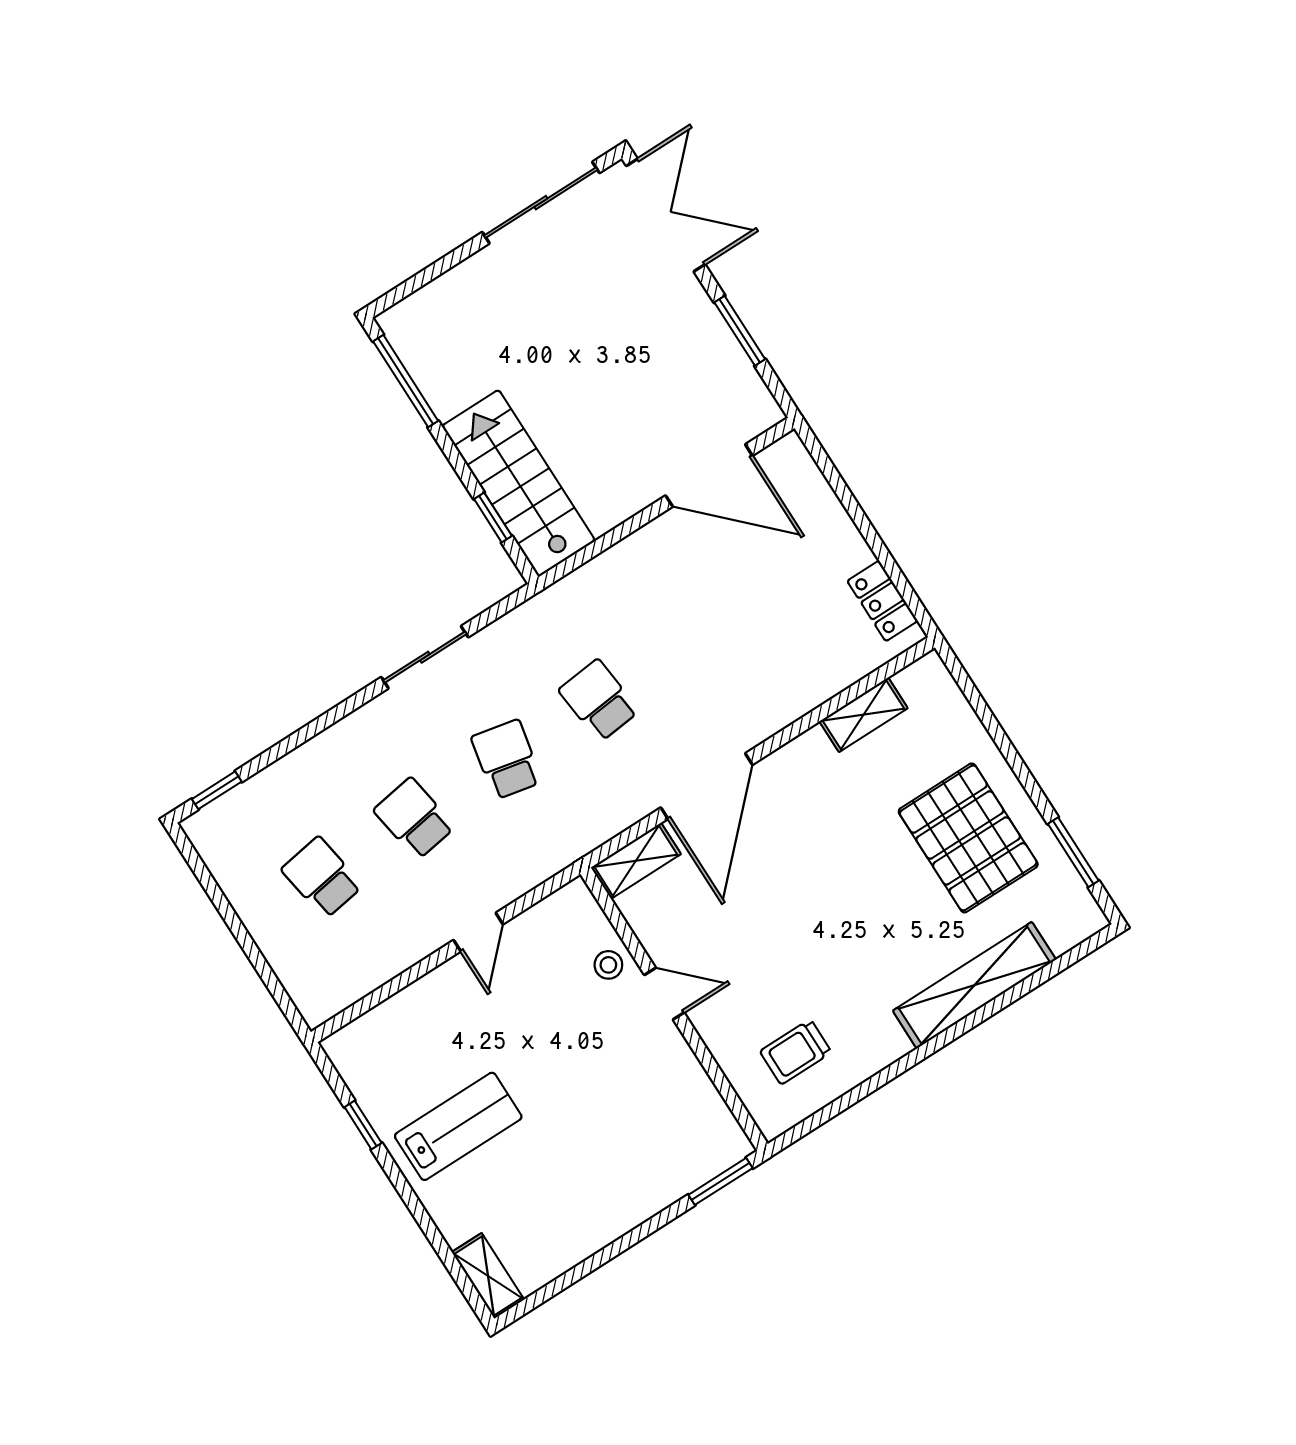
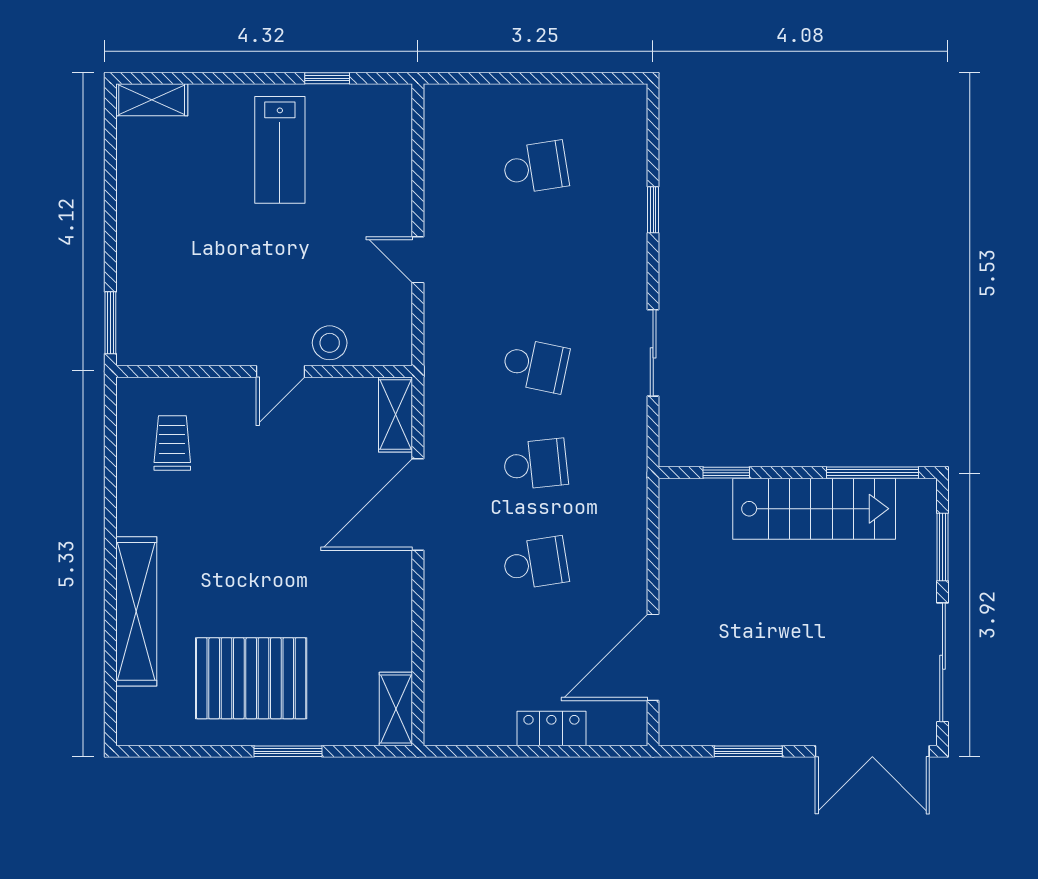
window: (433, 271) -> (943, 547), added
stairs: (519, 483) -> (814, 509), moved
locker: (882, 601) -> (551, 728), moved
shelving: (864, 715) -> (396, 709), moved
door: (707, 786) -> (418, 505), hinge flipped
window: (217, 790) -> (653, 210), moved
school desk: (414, 819) -> (535, 563), moved
window: (1073, 852) -> (288, 751), moved
stool: (608, 965) -> (330, 343), width x1.37, depth x1.37

